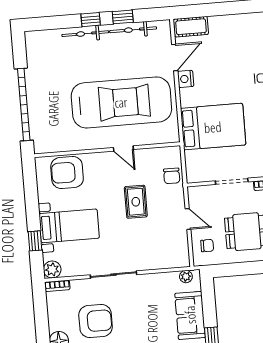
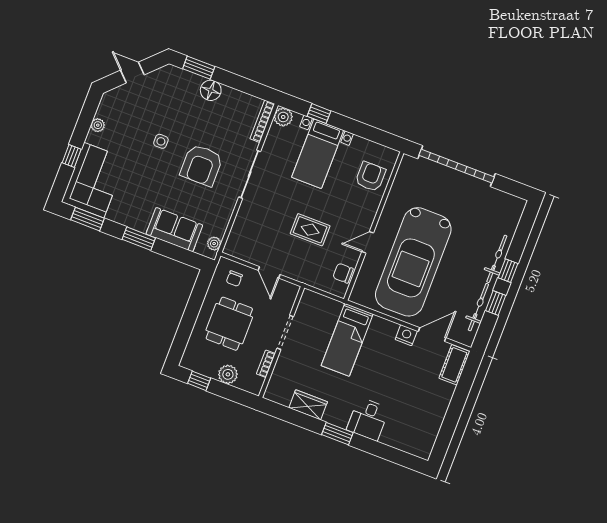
door: (175, 57) -> (432, 335), swing flipped
bed: (213, 127) -> (347, 340), width x0.67
armchair: (67, 172) -> (370, 177), width x0.73, depth x0.73
chair: (172, 176) -> (343, 273), moved
door: (188, 219) -> (269, 272), hinge flipped
bookcase: (57, 286) -> (262, 121), width x1.56
armchair: (96, 321) -> (201, 165), moved

